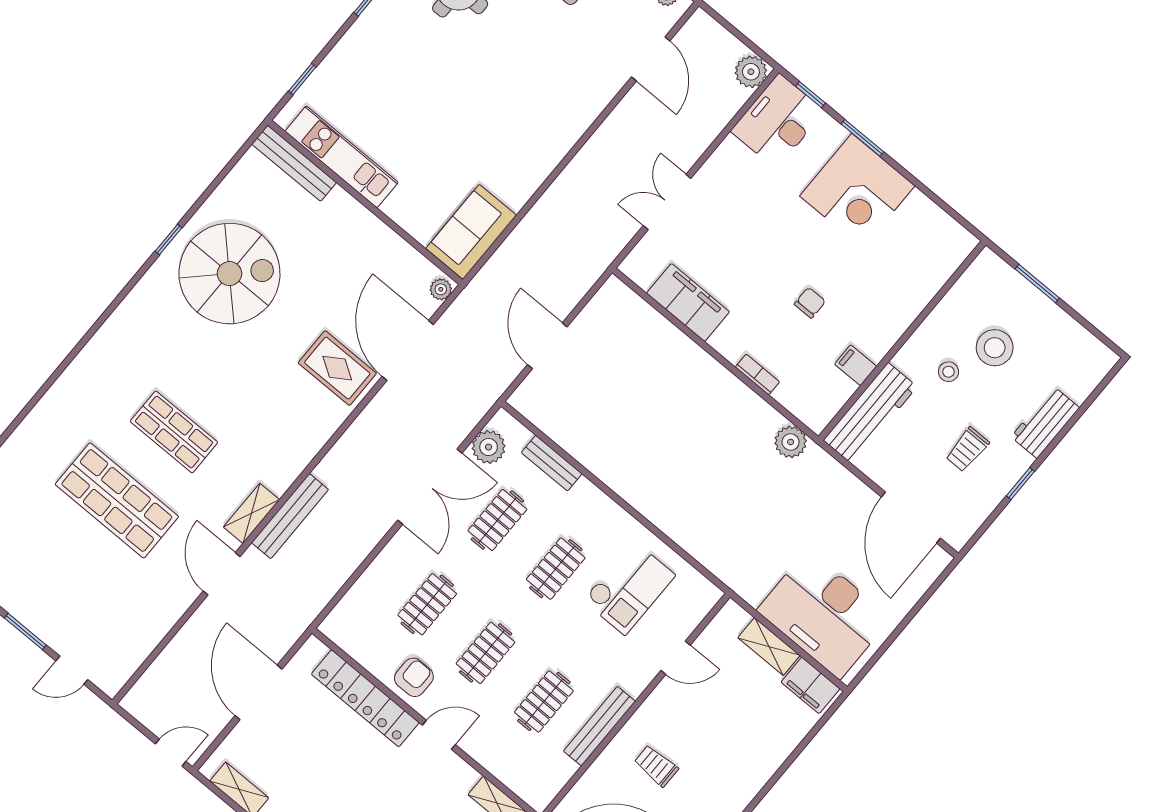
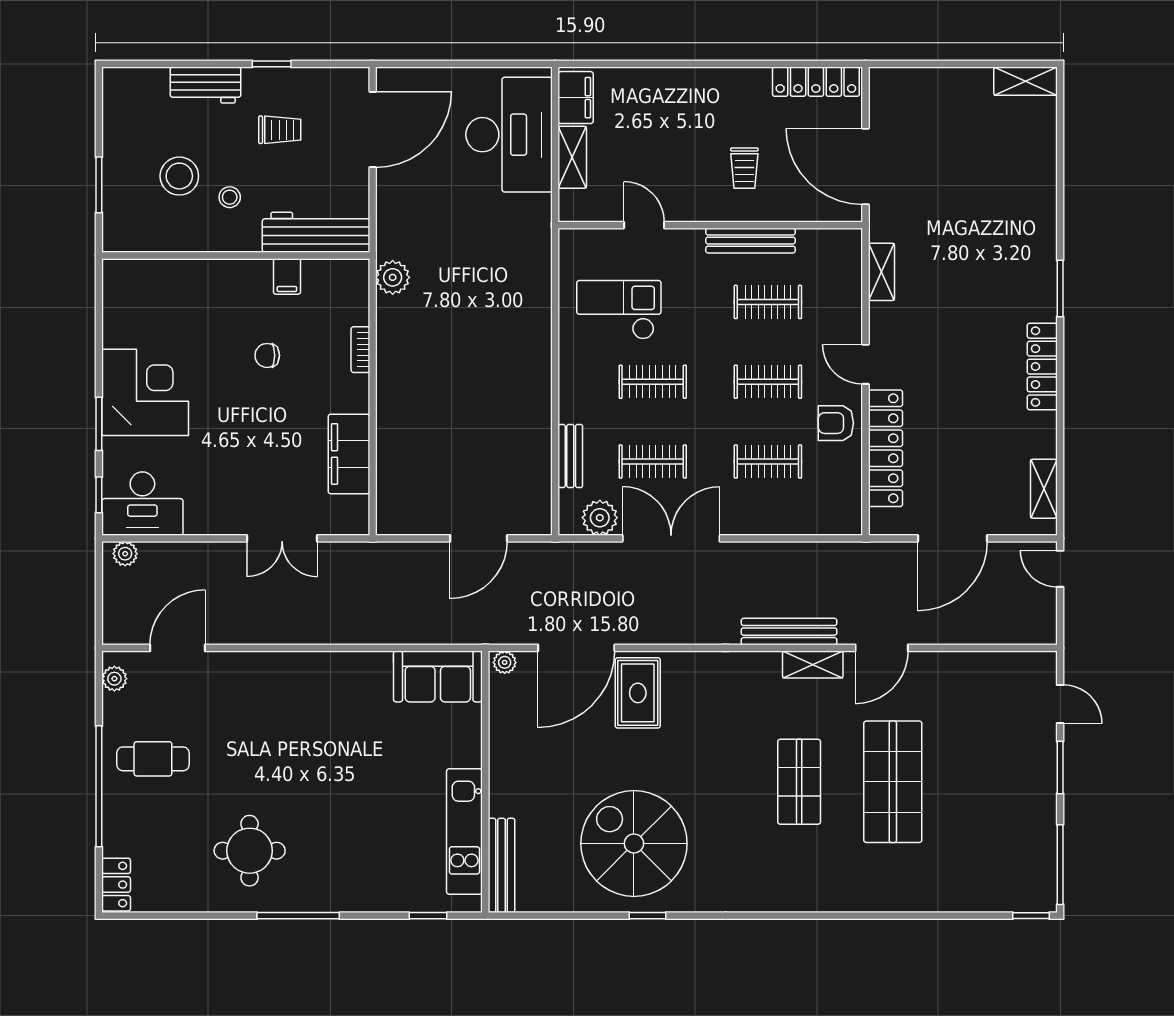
plant: (751, 72) -> (125, 554), width x0.73, depth x0.73

